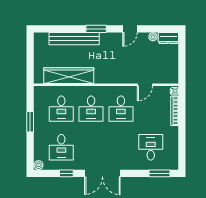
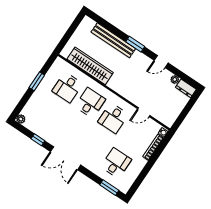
desk: (91, 109) -> (90, 103), turned 180
desk: (61, 147) -> (47, 117), removed

